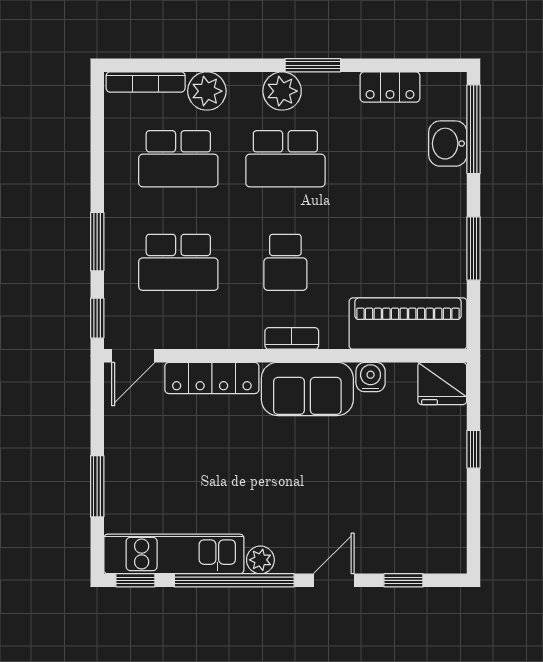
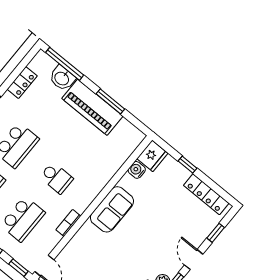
piano: (408, 324) -> (92, 107), moved, turned -90
bookcase: (292, 338) -> (68, 223), moved
water cooler: (371, 377) -> (137, 170), moved
locker: (212, 378) -> (206, 194), moved, turned 90

